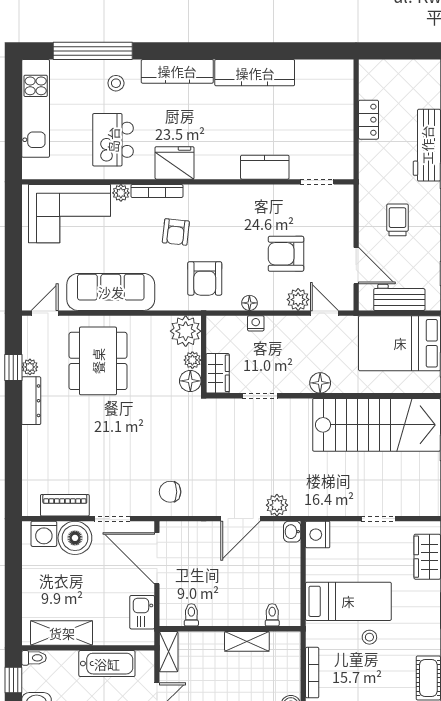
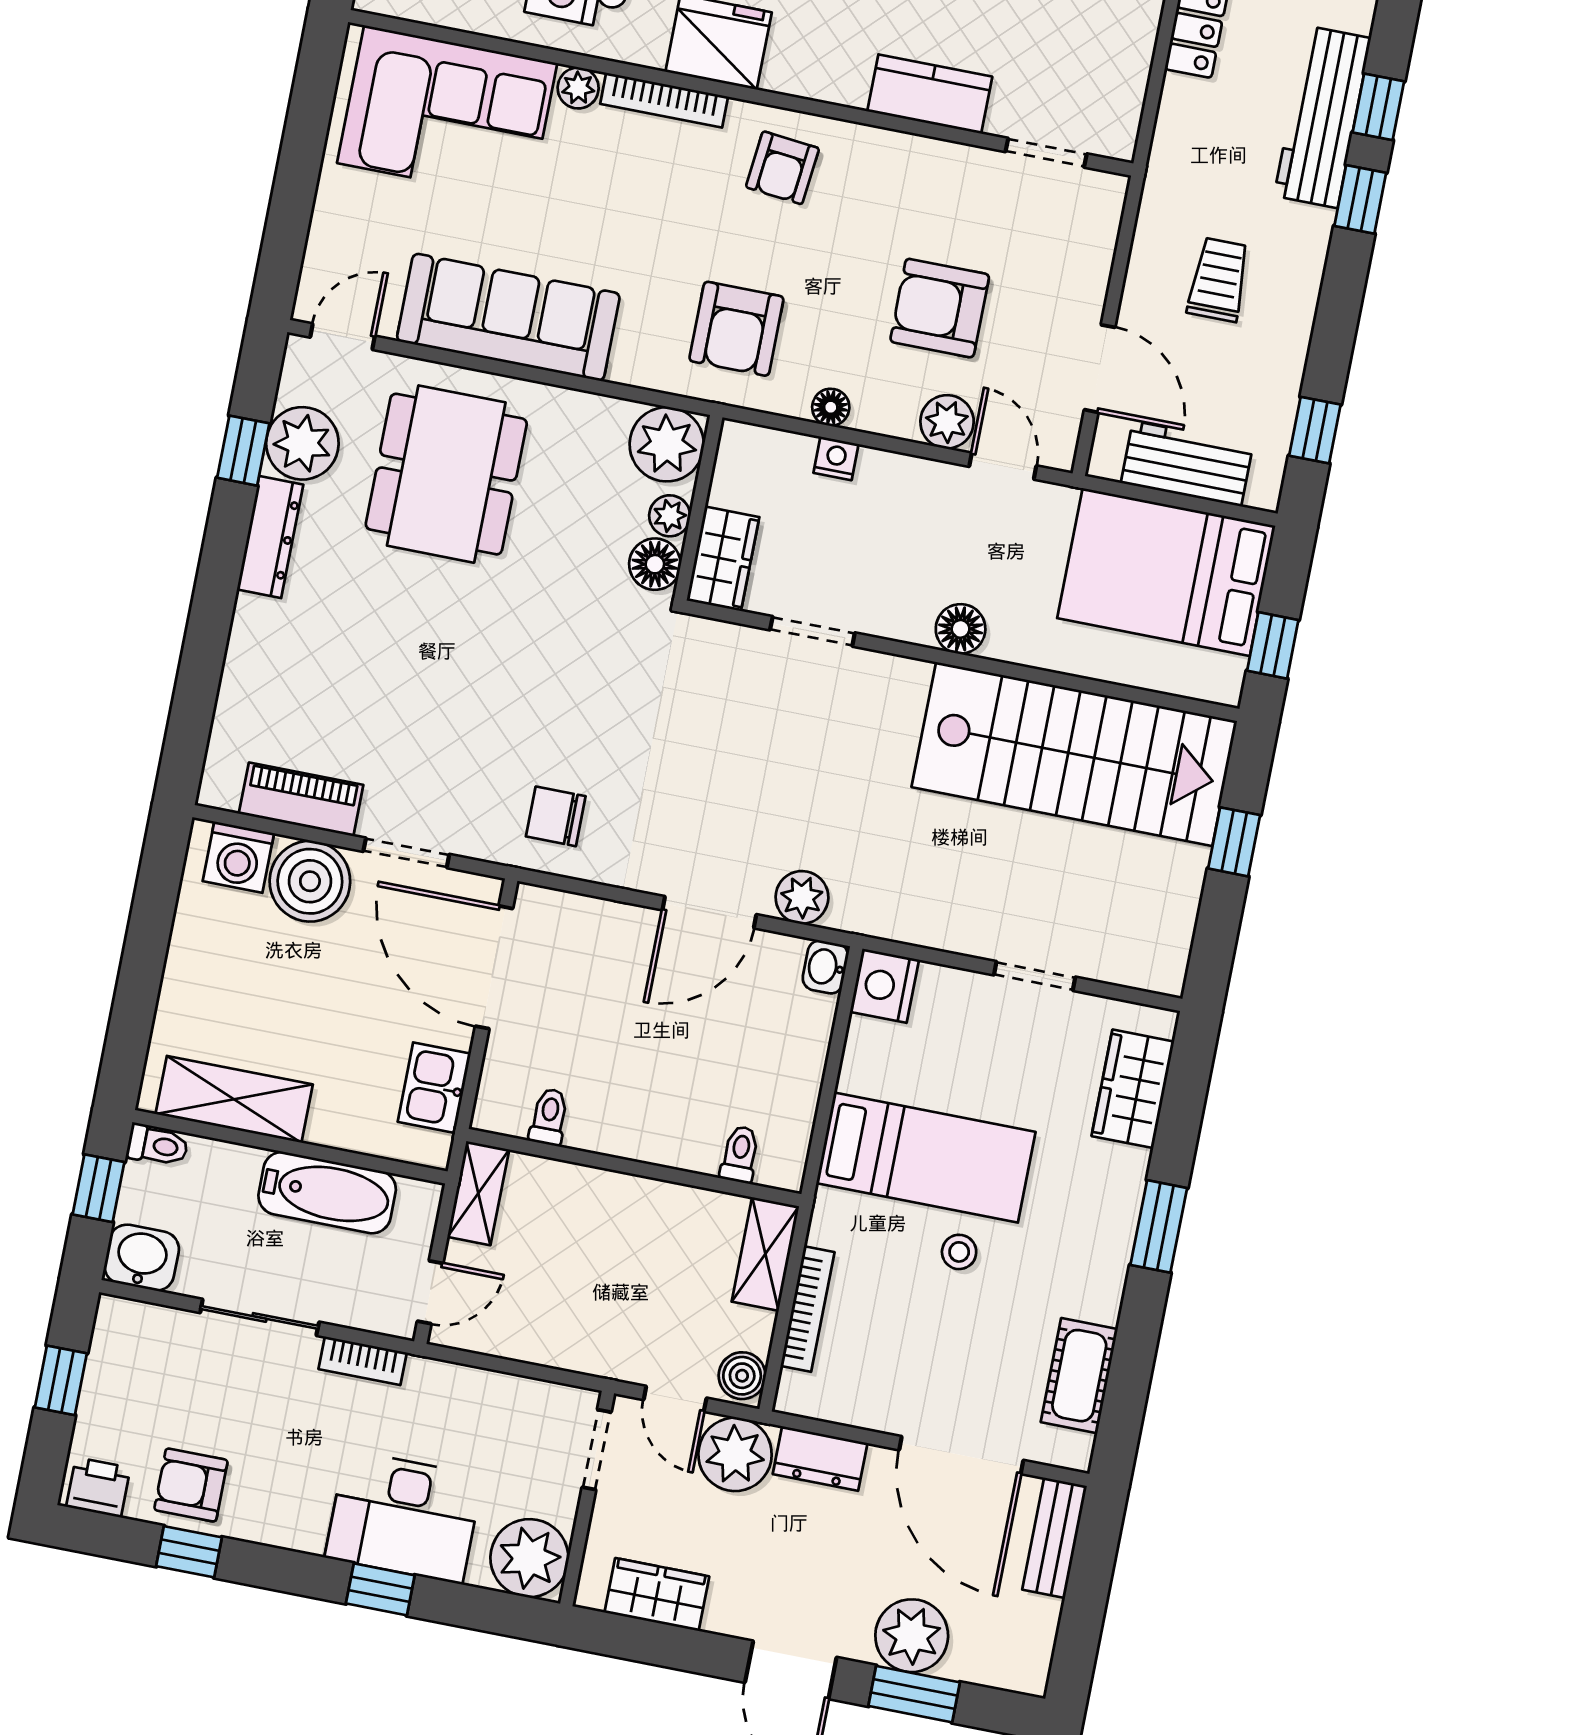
armchair: (176, 232) -> (782, 168), moved
plant: (30, 367) -> (302, 443), width x1.88, depth x1.88
shelving: (247, 641) -> (765, 1254), moved, turned 90

